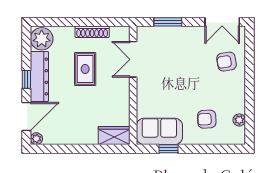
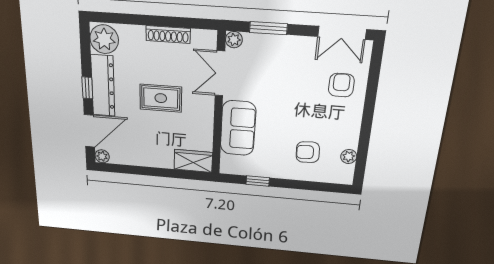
plant: (143, 32) -> (234, 40), added
armchair: (226, 62) -> (341, 85), turned 99
rug: (85, 69) -> (161, 98), moved, turned 90
sofa: (159, 131) -> (238, 128), moved, turned 90

